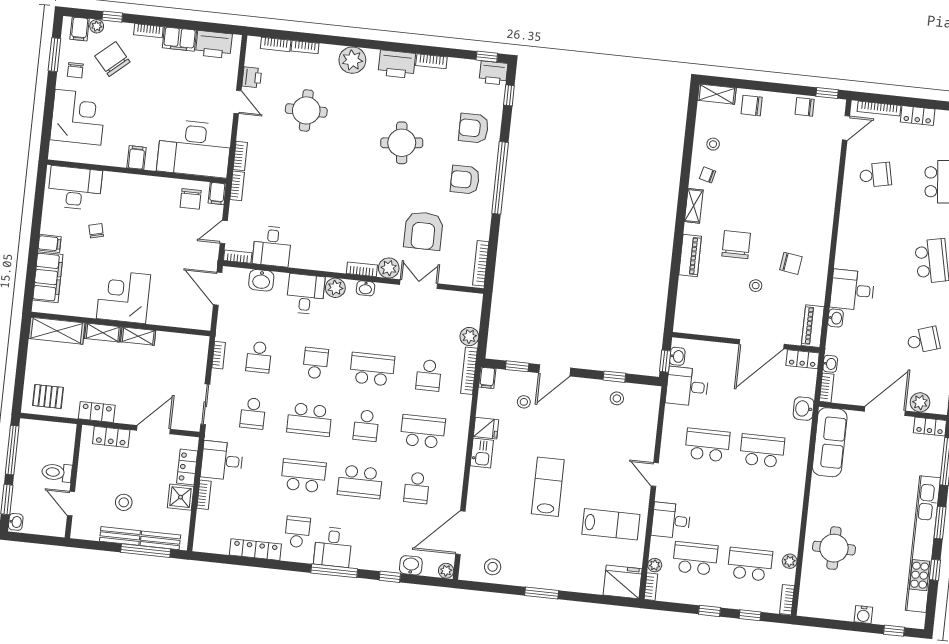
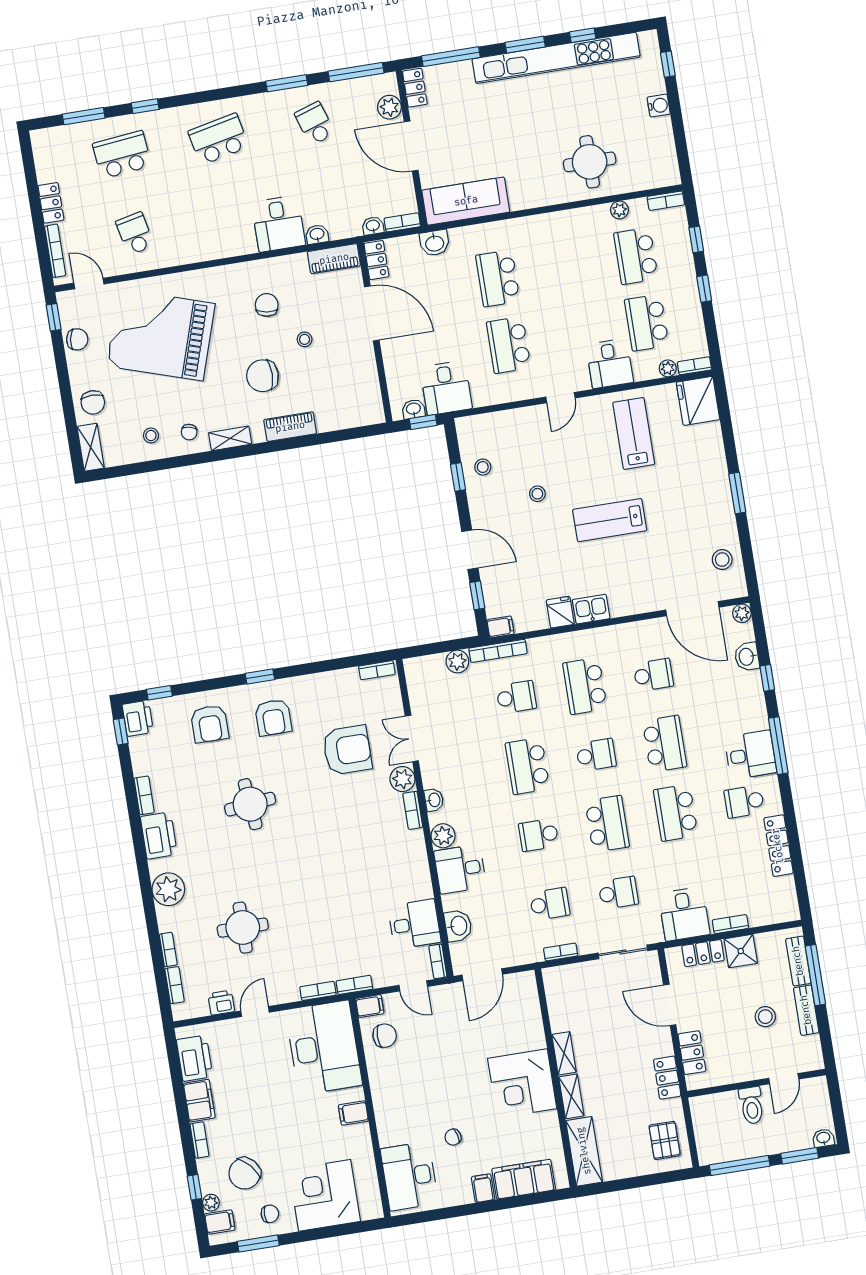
chair: (805, 107) -> (77, 339), turned -80
grand piano: (790, 173) -> (161, 335), added
window: (500, 178) -> (260, 676), width x0.32
bookcase: (481, 263) -> (377, 670), width x0.64
stool: (524, 402) -> (537, 494), moved

